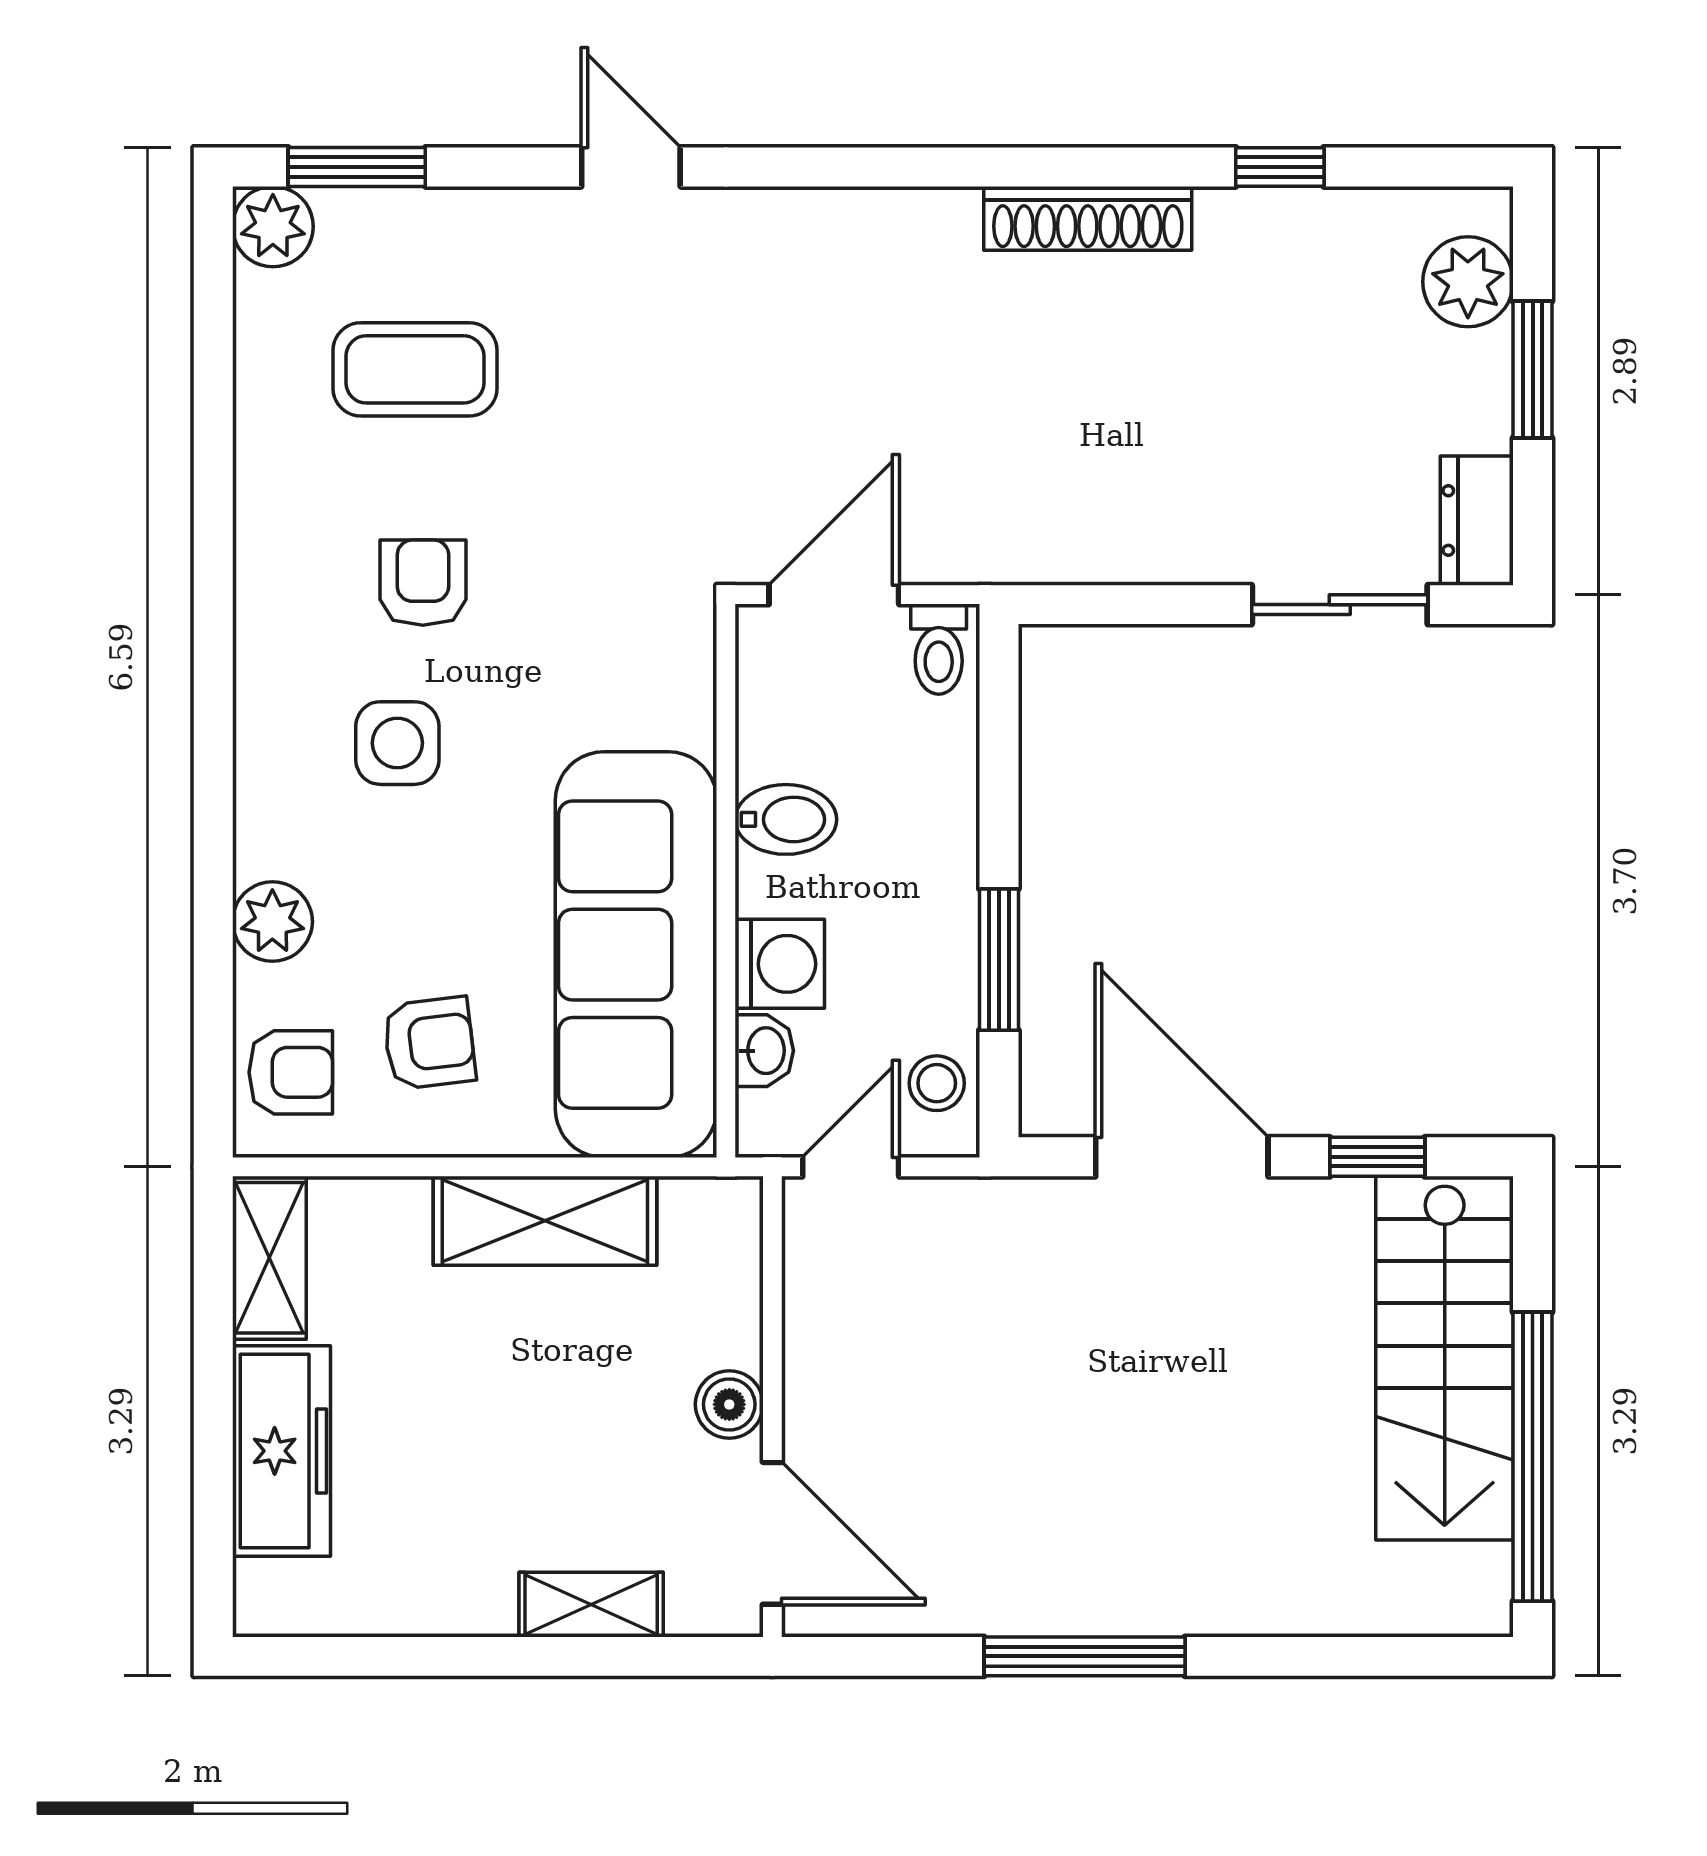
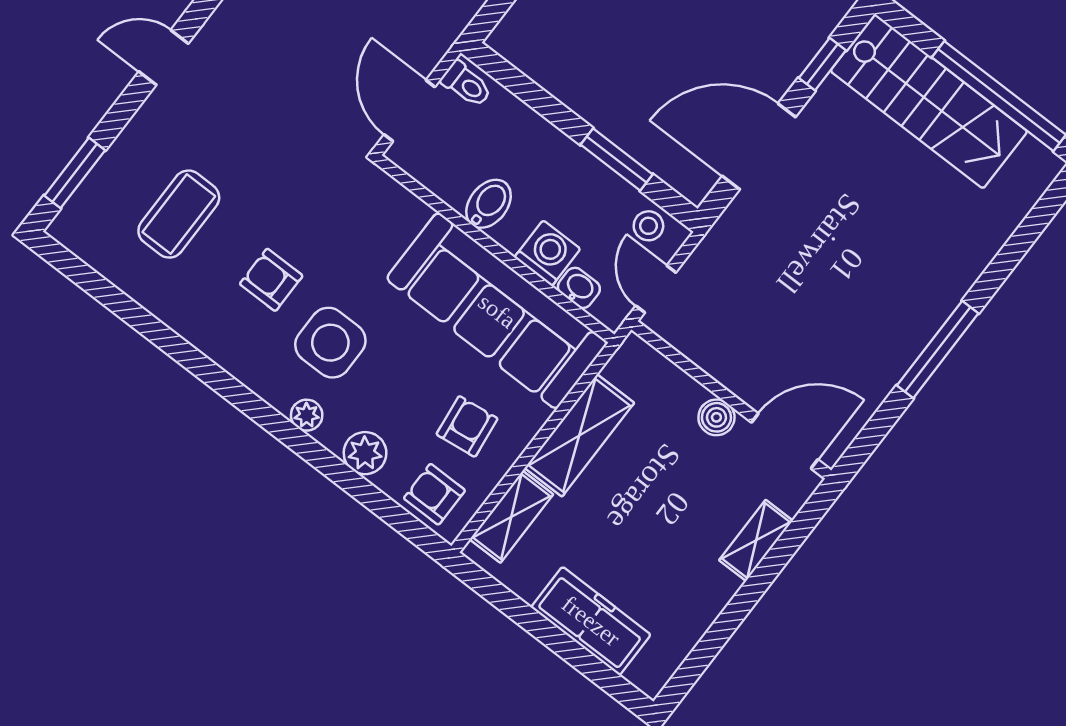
plant: (273, 227) -> (307, 415), moved, width x0.73, depth x0.73
side table: (397, 743) -> (330, 343), width x1.37, depth x1.37
armchair: (291, 1072) -> (434, 494), turned -90
shelving: (269, 1258) -> (511, 517), moved, turned 90

